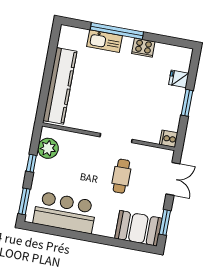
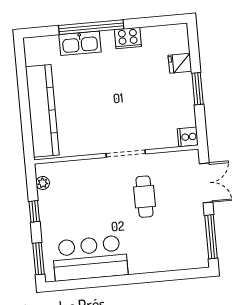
plant: (48, 148) -> (43, 183), width x0.53, depth x0.53
window: (165, 222) -> (211, 237), width x1.44
booth: (138, 228) -> (182, 252), removed

